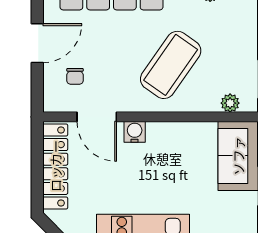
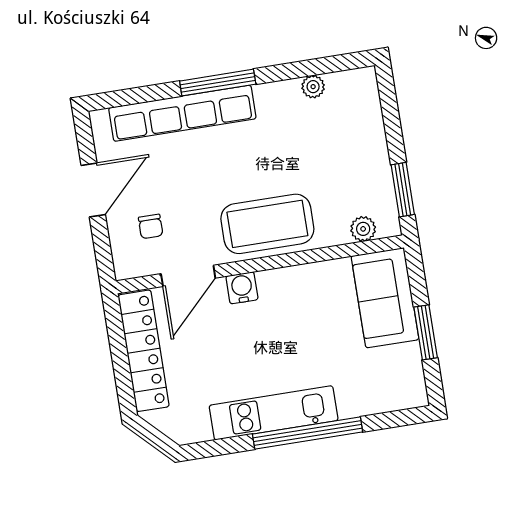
coffee table: (171, 65) -> (267, 224), moved, turned 55
door: (97, 117) -> (188, 276), hinge flipped

